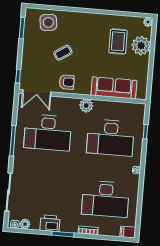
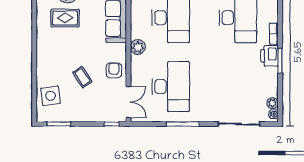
printer: (50, 223) -> (269, 56), moved

